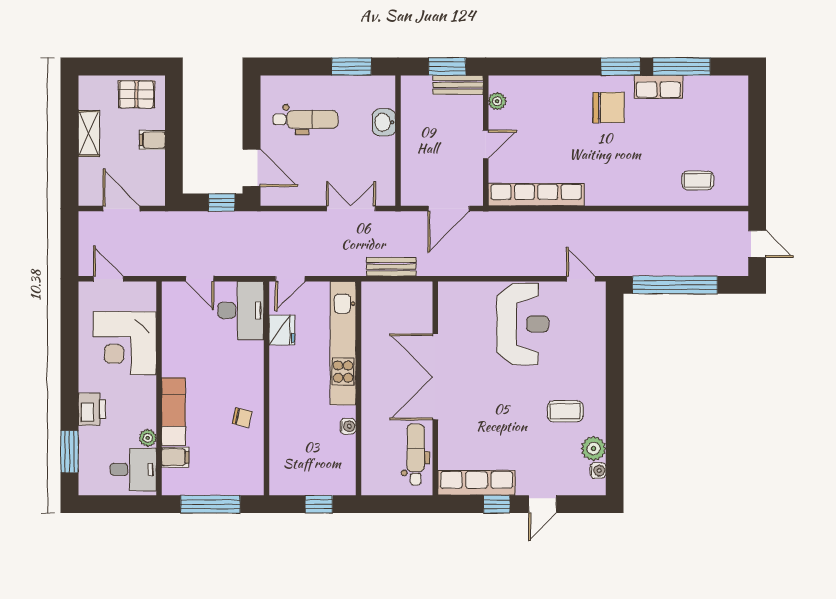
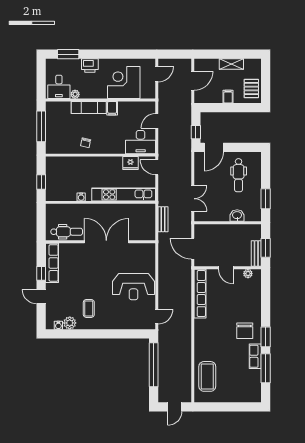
coffee table: (698, 180) -> (207, 376), width x1.86, depth x1.72
filing cabinet: (175, 457) -> (112, 108), moved

